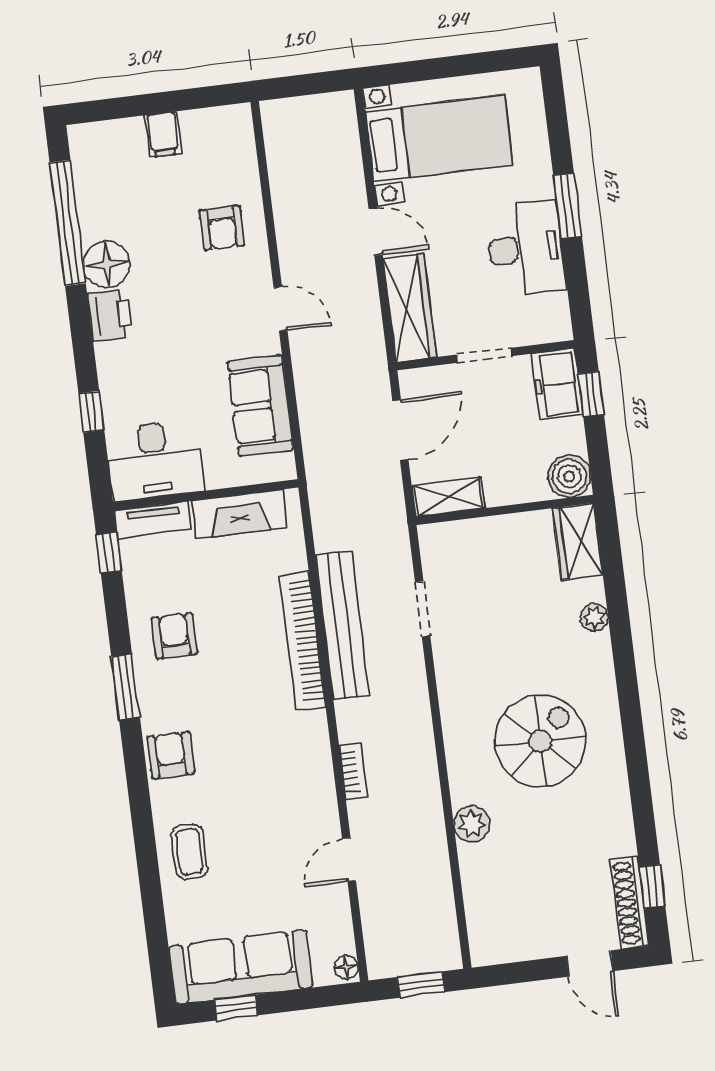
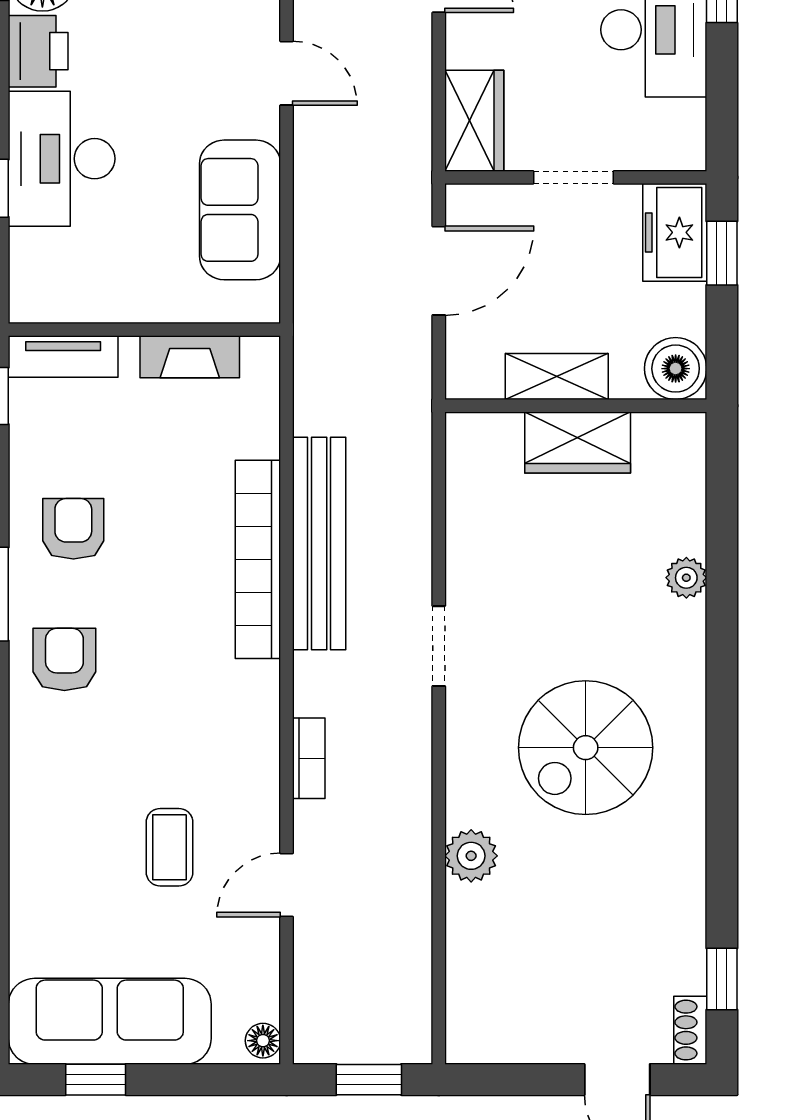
wardrobe: (410, 308) -> (474, 121), width x0.67
desk: (154, 460) -> (62, 159), moved, turned 90
shelving: (448, 497) -> (557, 376), moved
fireplace: (239, 514) -> (190, 357), width x0.73, depth x0.76
wardrobe: (578, 542) -> (578, 442), moved, turned -90
doorway: (423, 609) -> (439, 646), moved
spiral stairs: (540, 741) -> (586, 748), turned 180
armchair: (171, 755) -> (64, 659), moved
coffee table: (189, 852) -> (170, 847), moved
shoe rack: (630, 902) -> (690, 1030), width x0.51, depth x0.81

